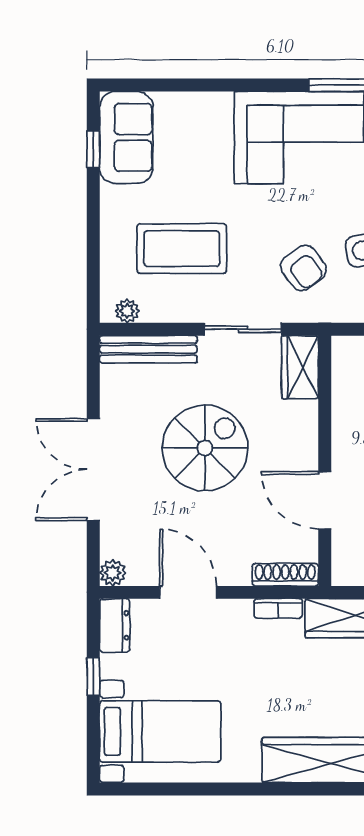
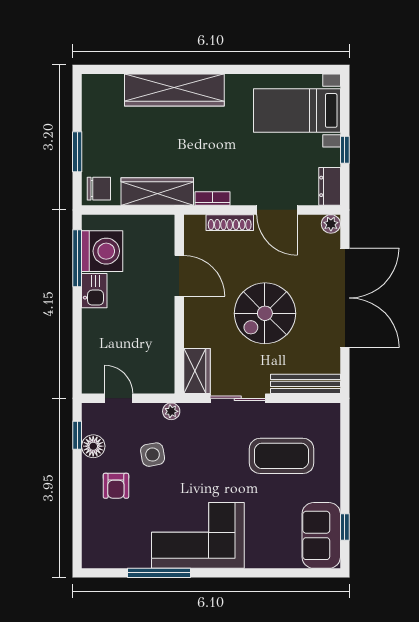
armchair: (303, 268) -> (194, 442), removed
plant: (127, 311) -> (171, 411), moved
double door: (93, 470) -> (345, 298), width x1.36
shoe rack: (285, 575) -> (230, 223), moved

